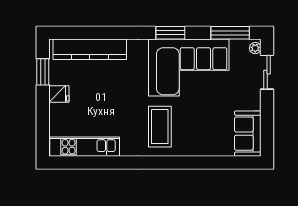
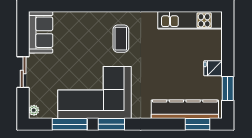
window: (76, 33) -> (197, 124), added
window: (230, 33) -> (70, 124), moved
sliding door: (267, 72) -> (23, 72), moved
coffee table: (160, 127) -> (121, 39), width x0.73, depth x0.76

